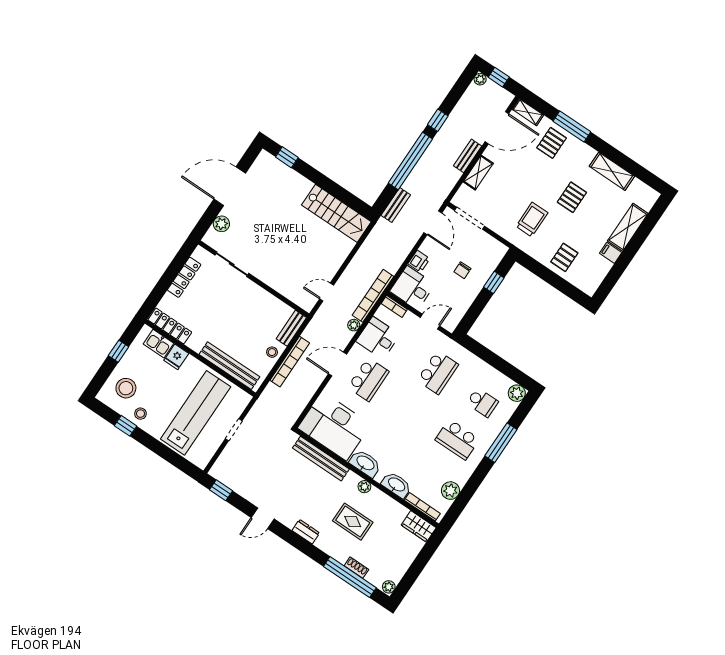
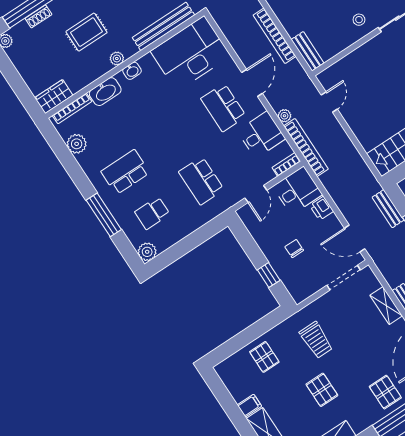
stool: (272, 352) -> (359, 20), moved
washbasin: (365, 463) -> (132, 71), width x0.52, depth x0.69

